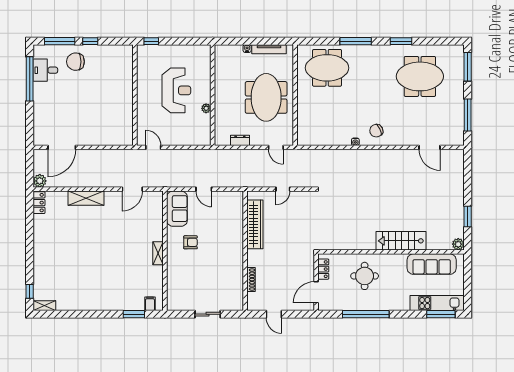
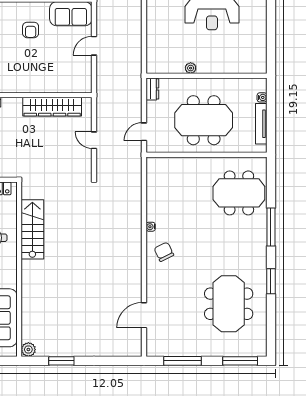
meeting table: (327, 68) -> (239, 193), turned 90
wall: (213, 95) -> (206, 76), moved
plant: (206, 108) -> (191, 68), moved
stairs: (401, 241) -> (32, 229), moved

